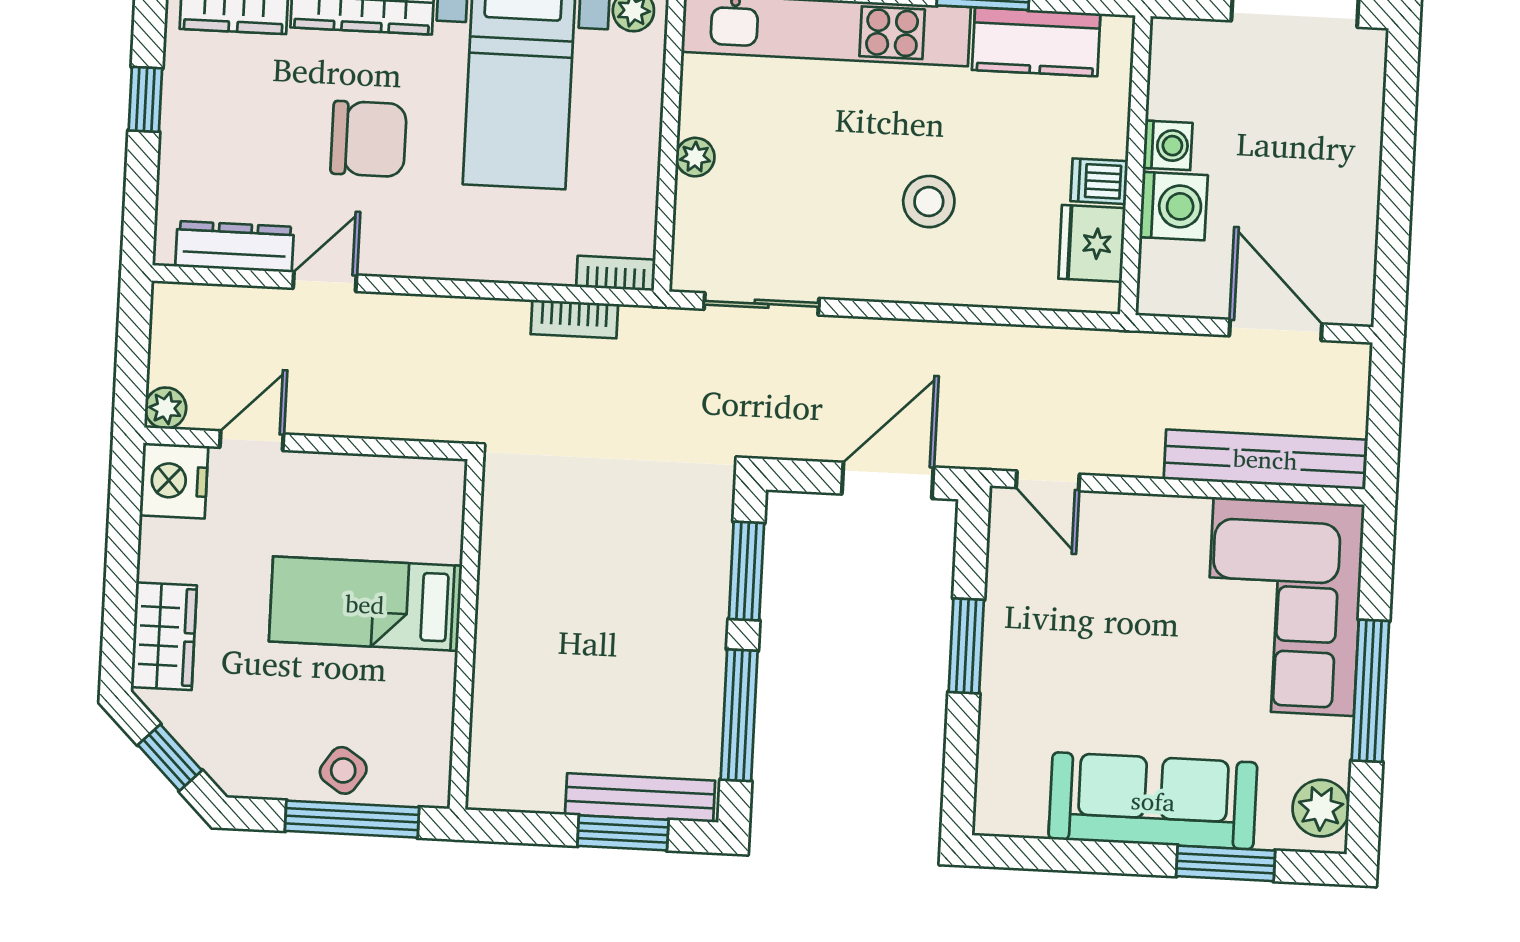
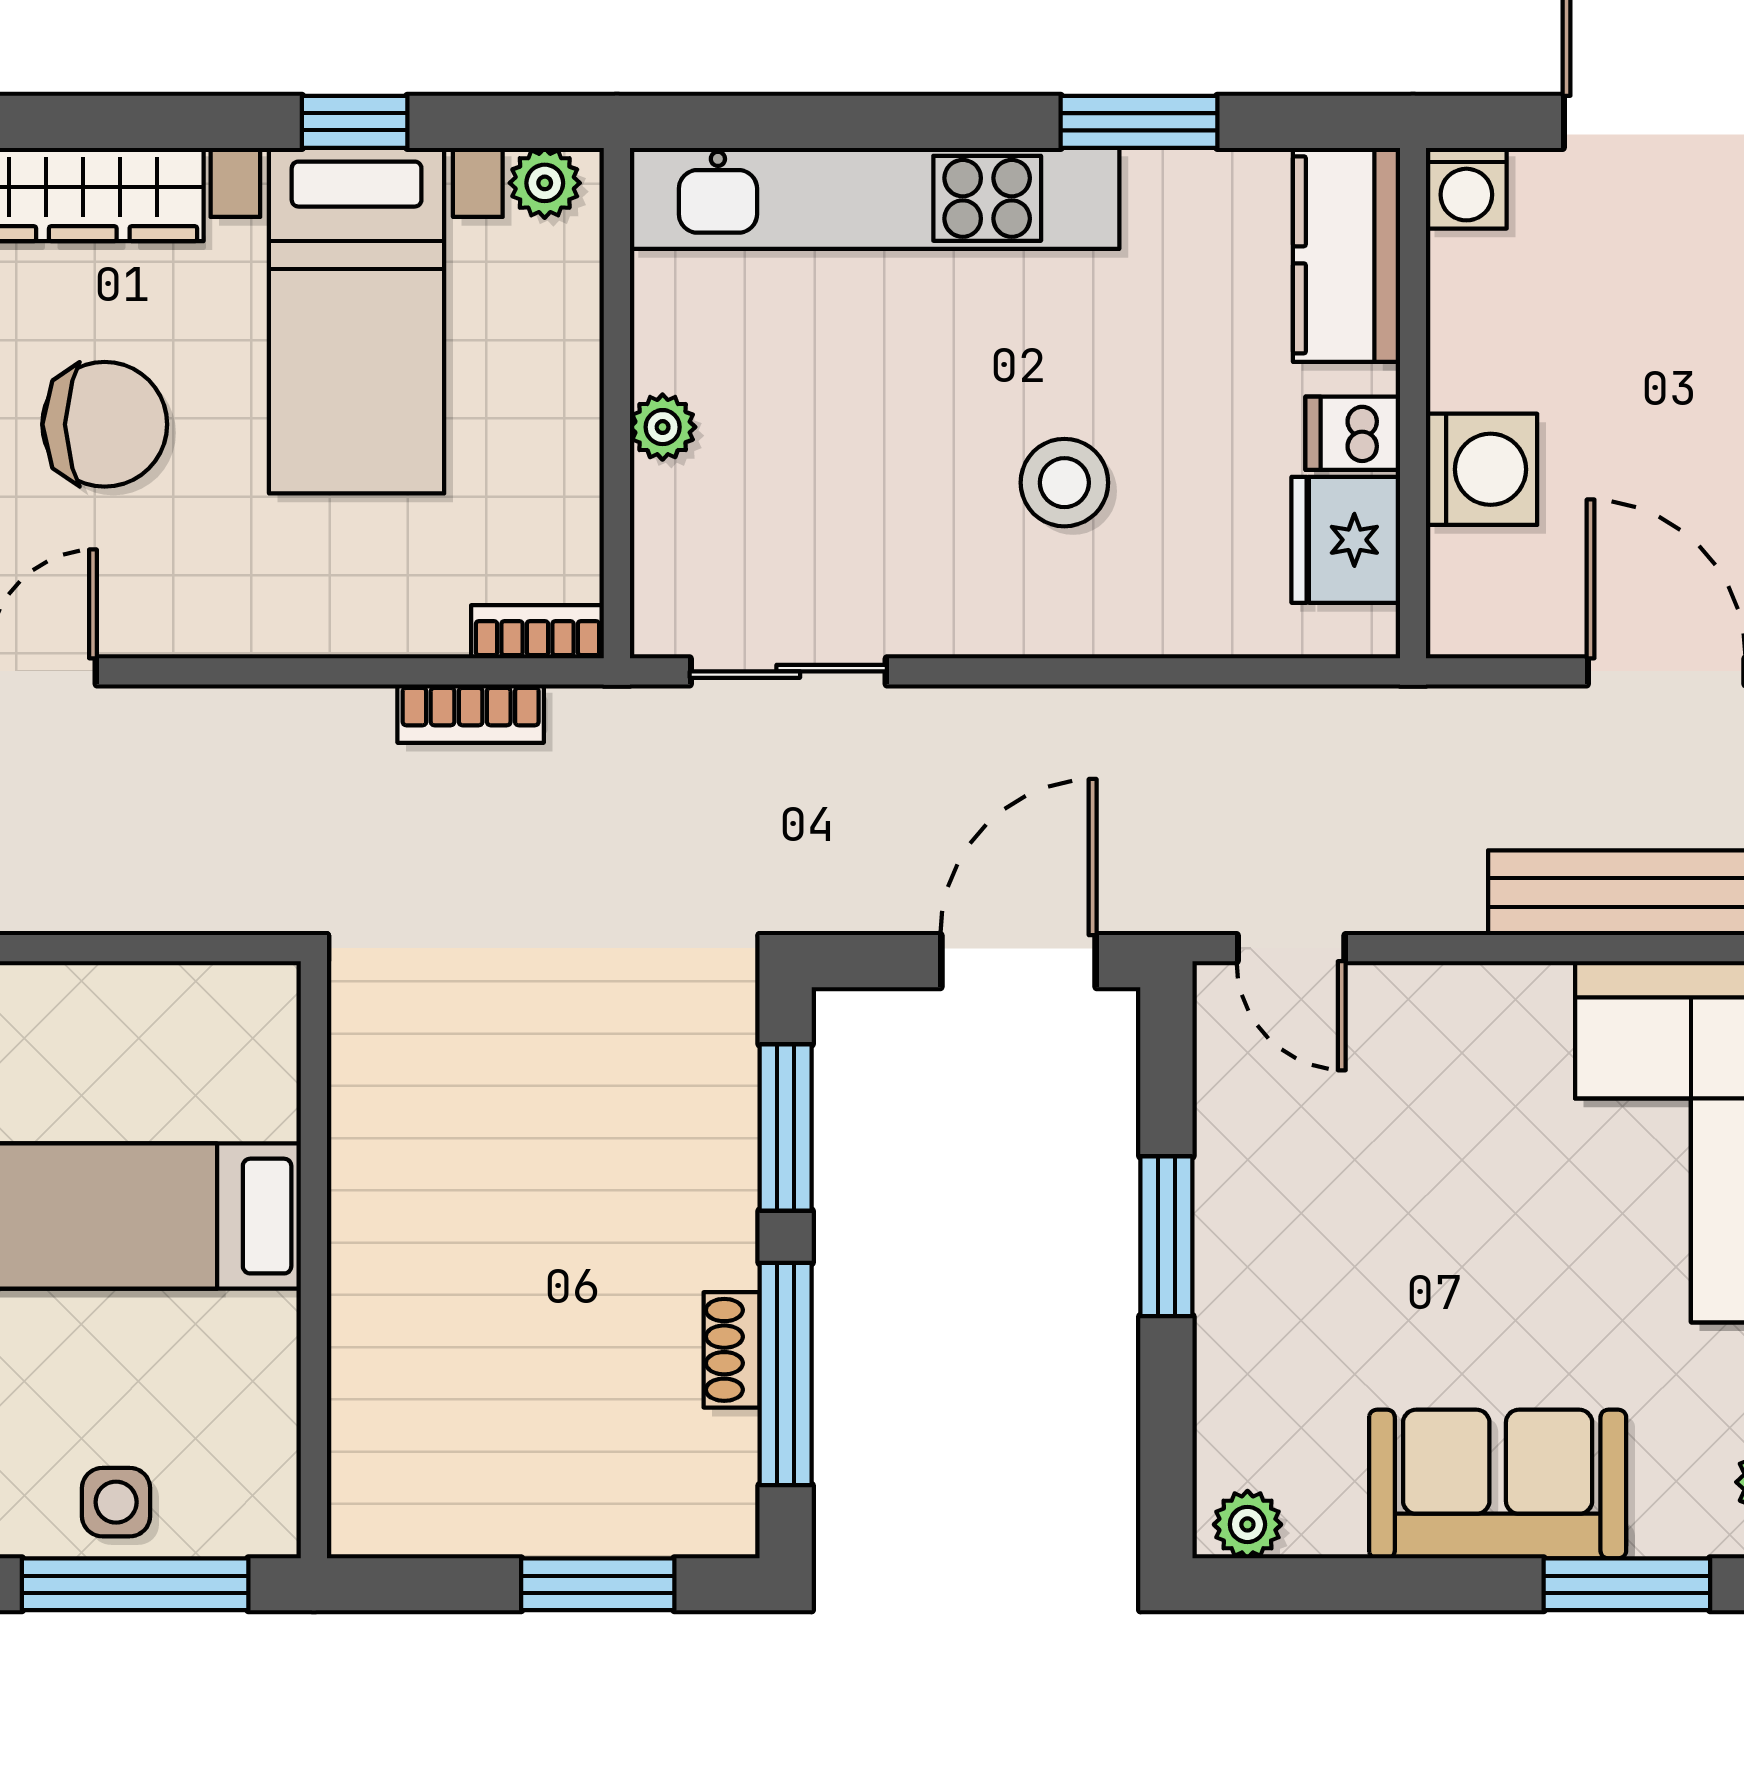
kitchen counter: (1036, 42) -> (1346, 255), moved, turned 90
washing machine: (1168, 145) -> (1466, 188), moved, turned 90
shoe rack: (708, 700) -> (732, 1350), added
side table: (343, 770) -> (116, 1502), turned -34
bench: (640, 798) -> (624, 1523), removed
sofa: (1153, 801) -> (1498, 1484), width x0.73
plant: (1005, 817) -> (1247, 1524), added

